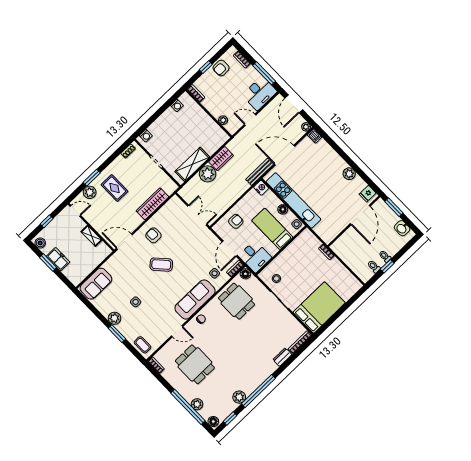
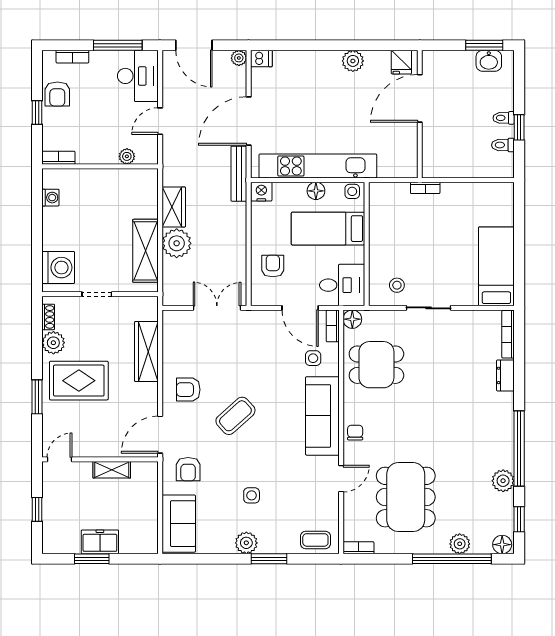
washing machine: (146, 136) -> (58, 268), width x1.89, depth x1.89
rug: (115, 188) -> (79, 381), width x1.36, depth x1.43
plant: (90, 192) -> (53, 343), moved
window: (394, 207) -> (484, 45), moved
door: (360, 215) -> (420, 98), swing flipped
boiler: (40, 243) -> (57, 545), removed
armchair: (121, 266) -> (188, 469), added
bed: (319, 308) -> (496, 266), width x0.67
dining table: (195, 364) -> (406, 497), width x1.38

